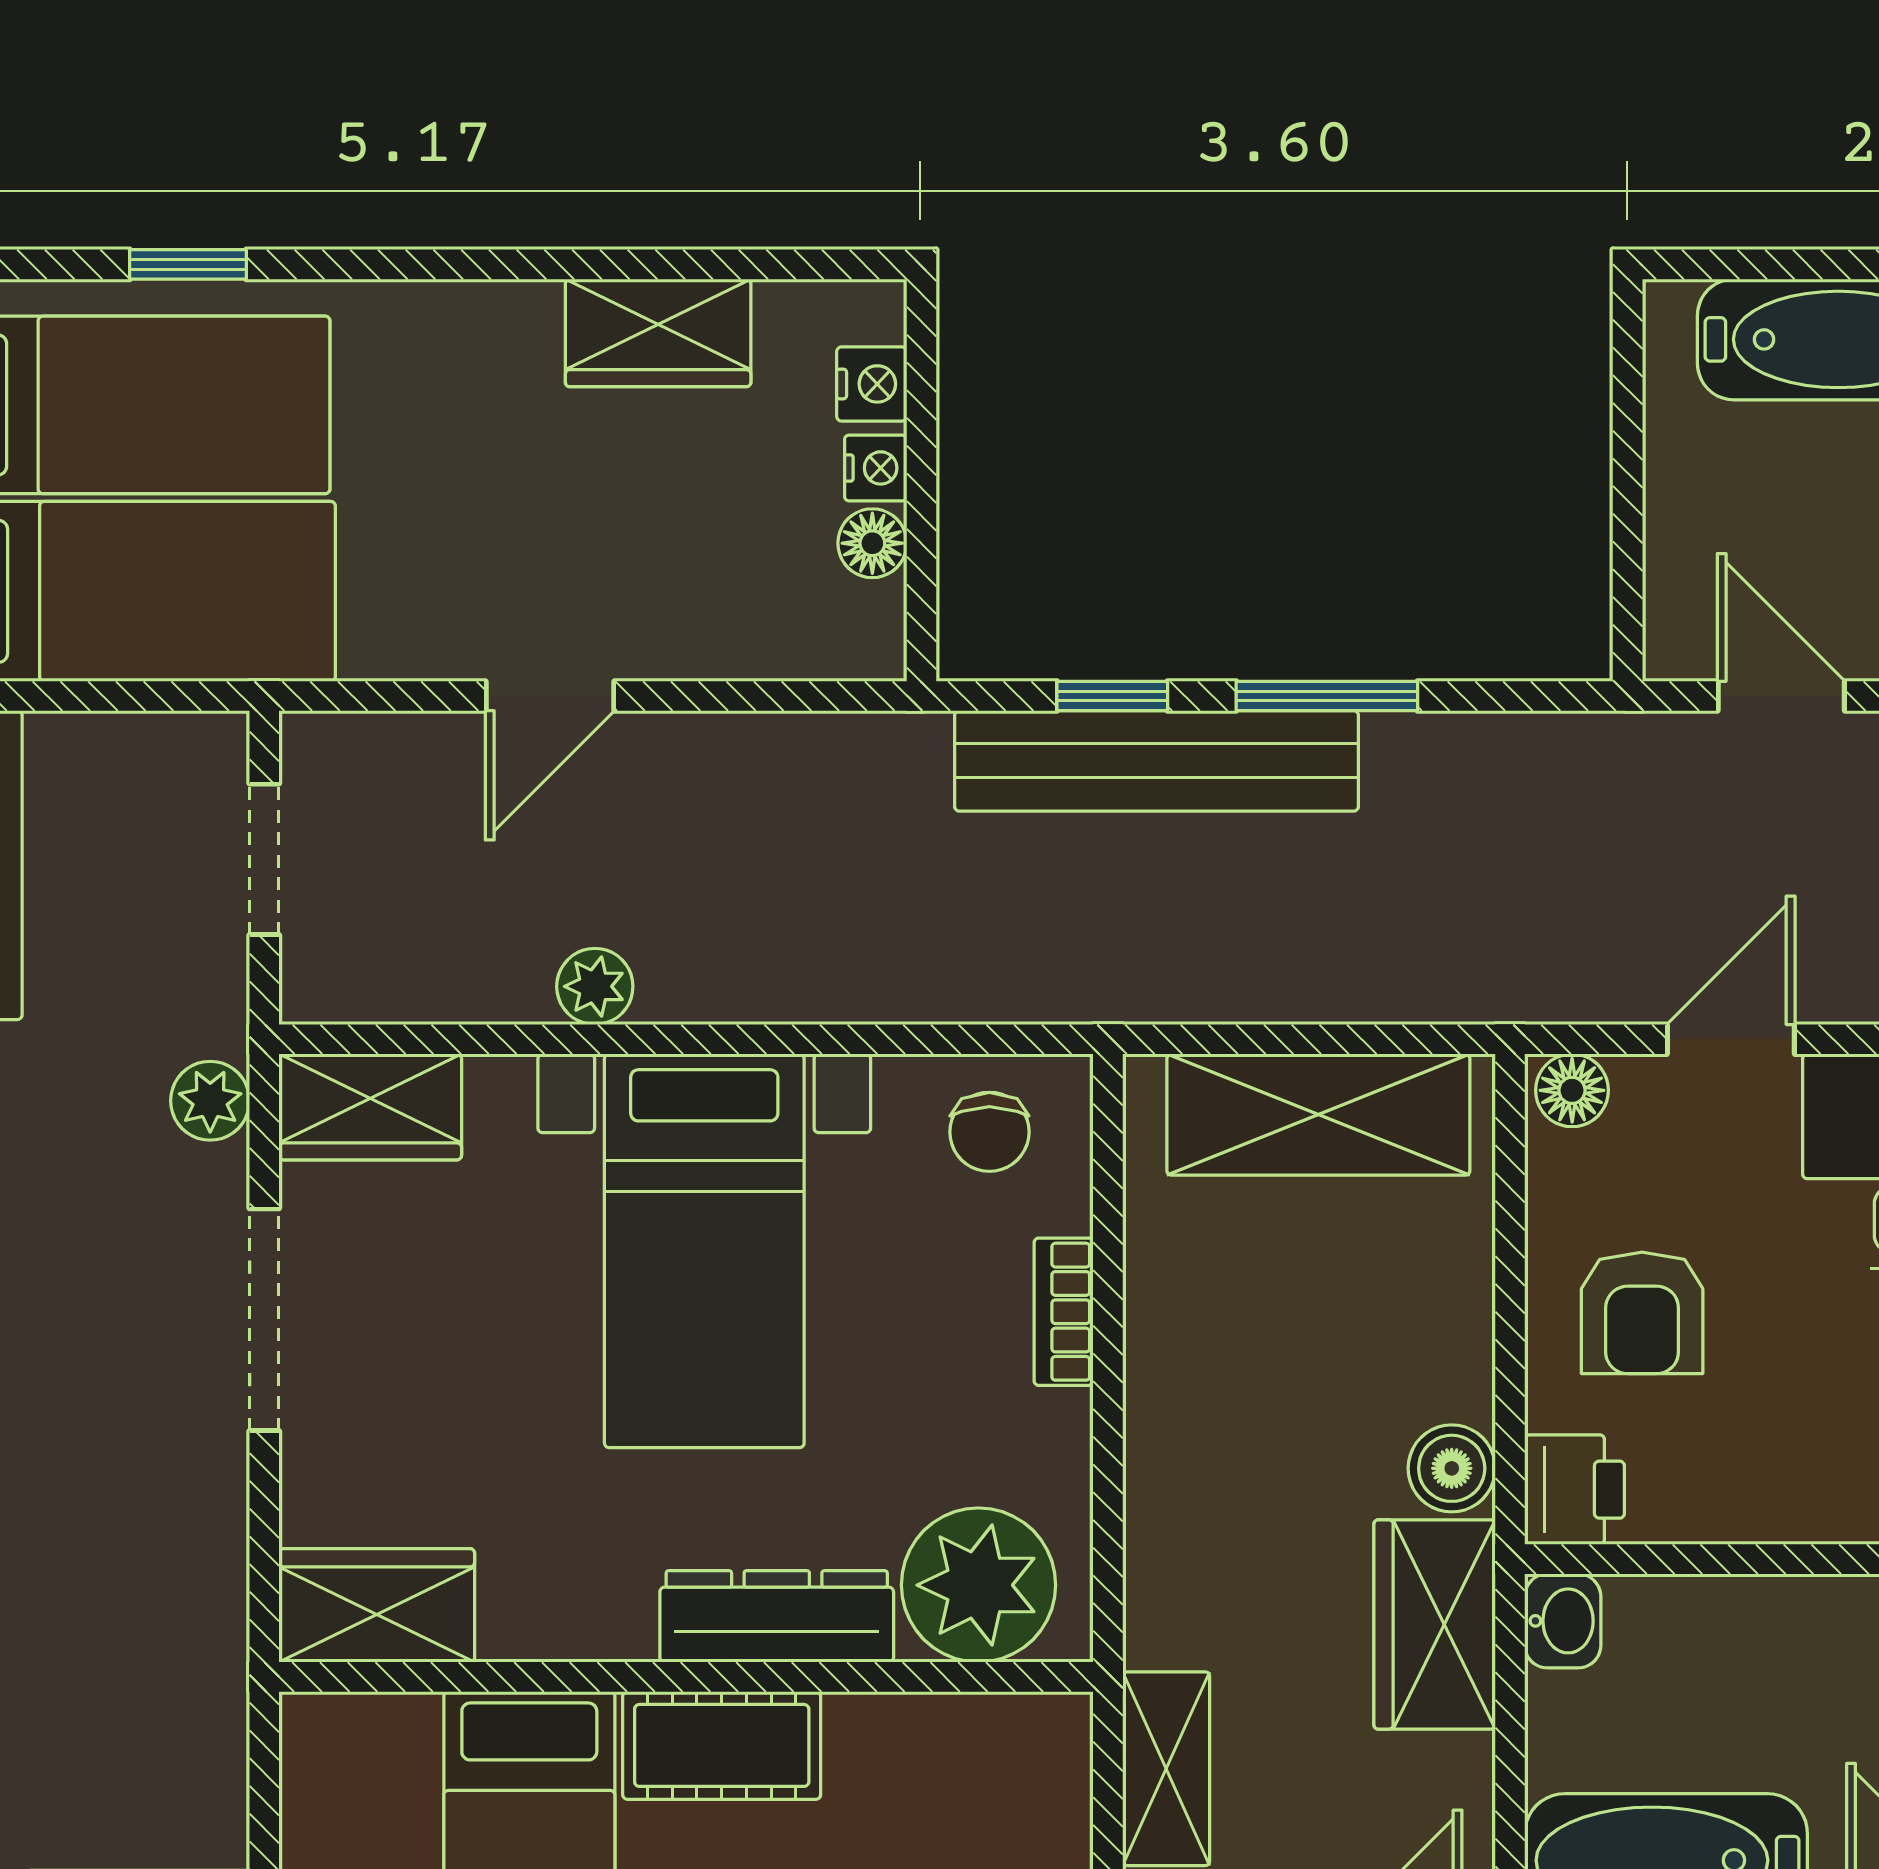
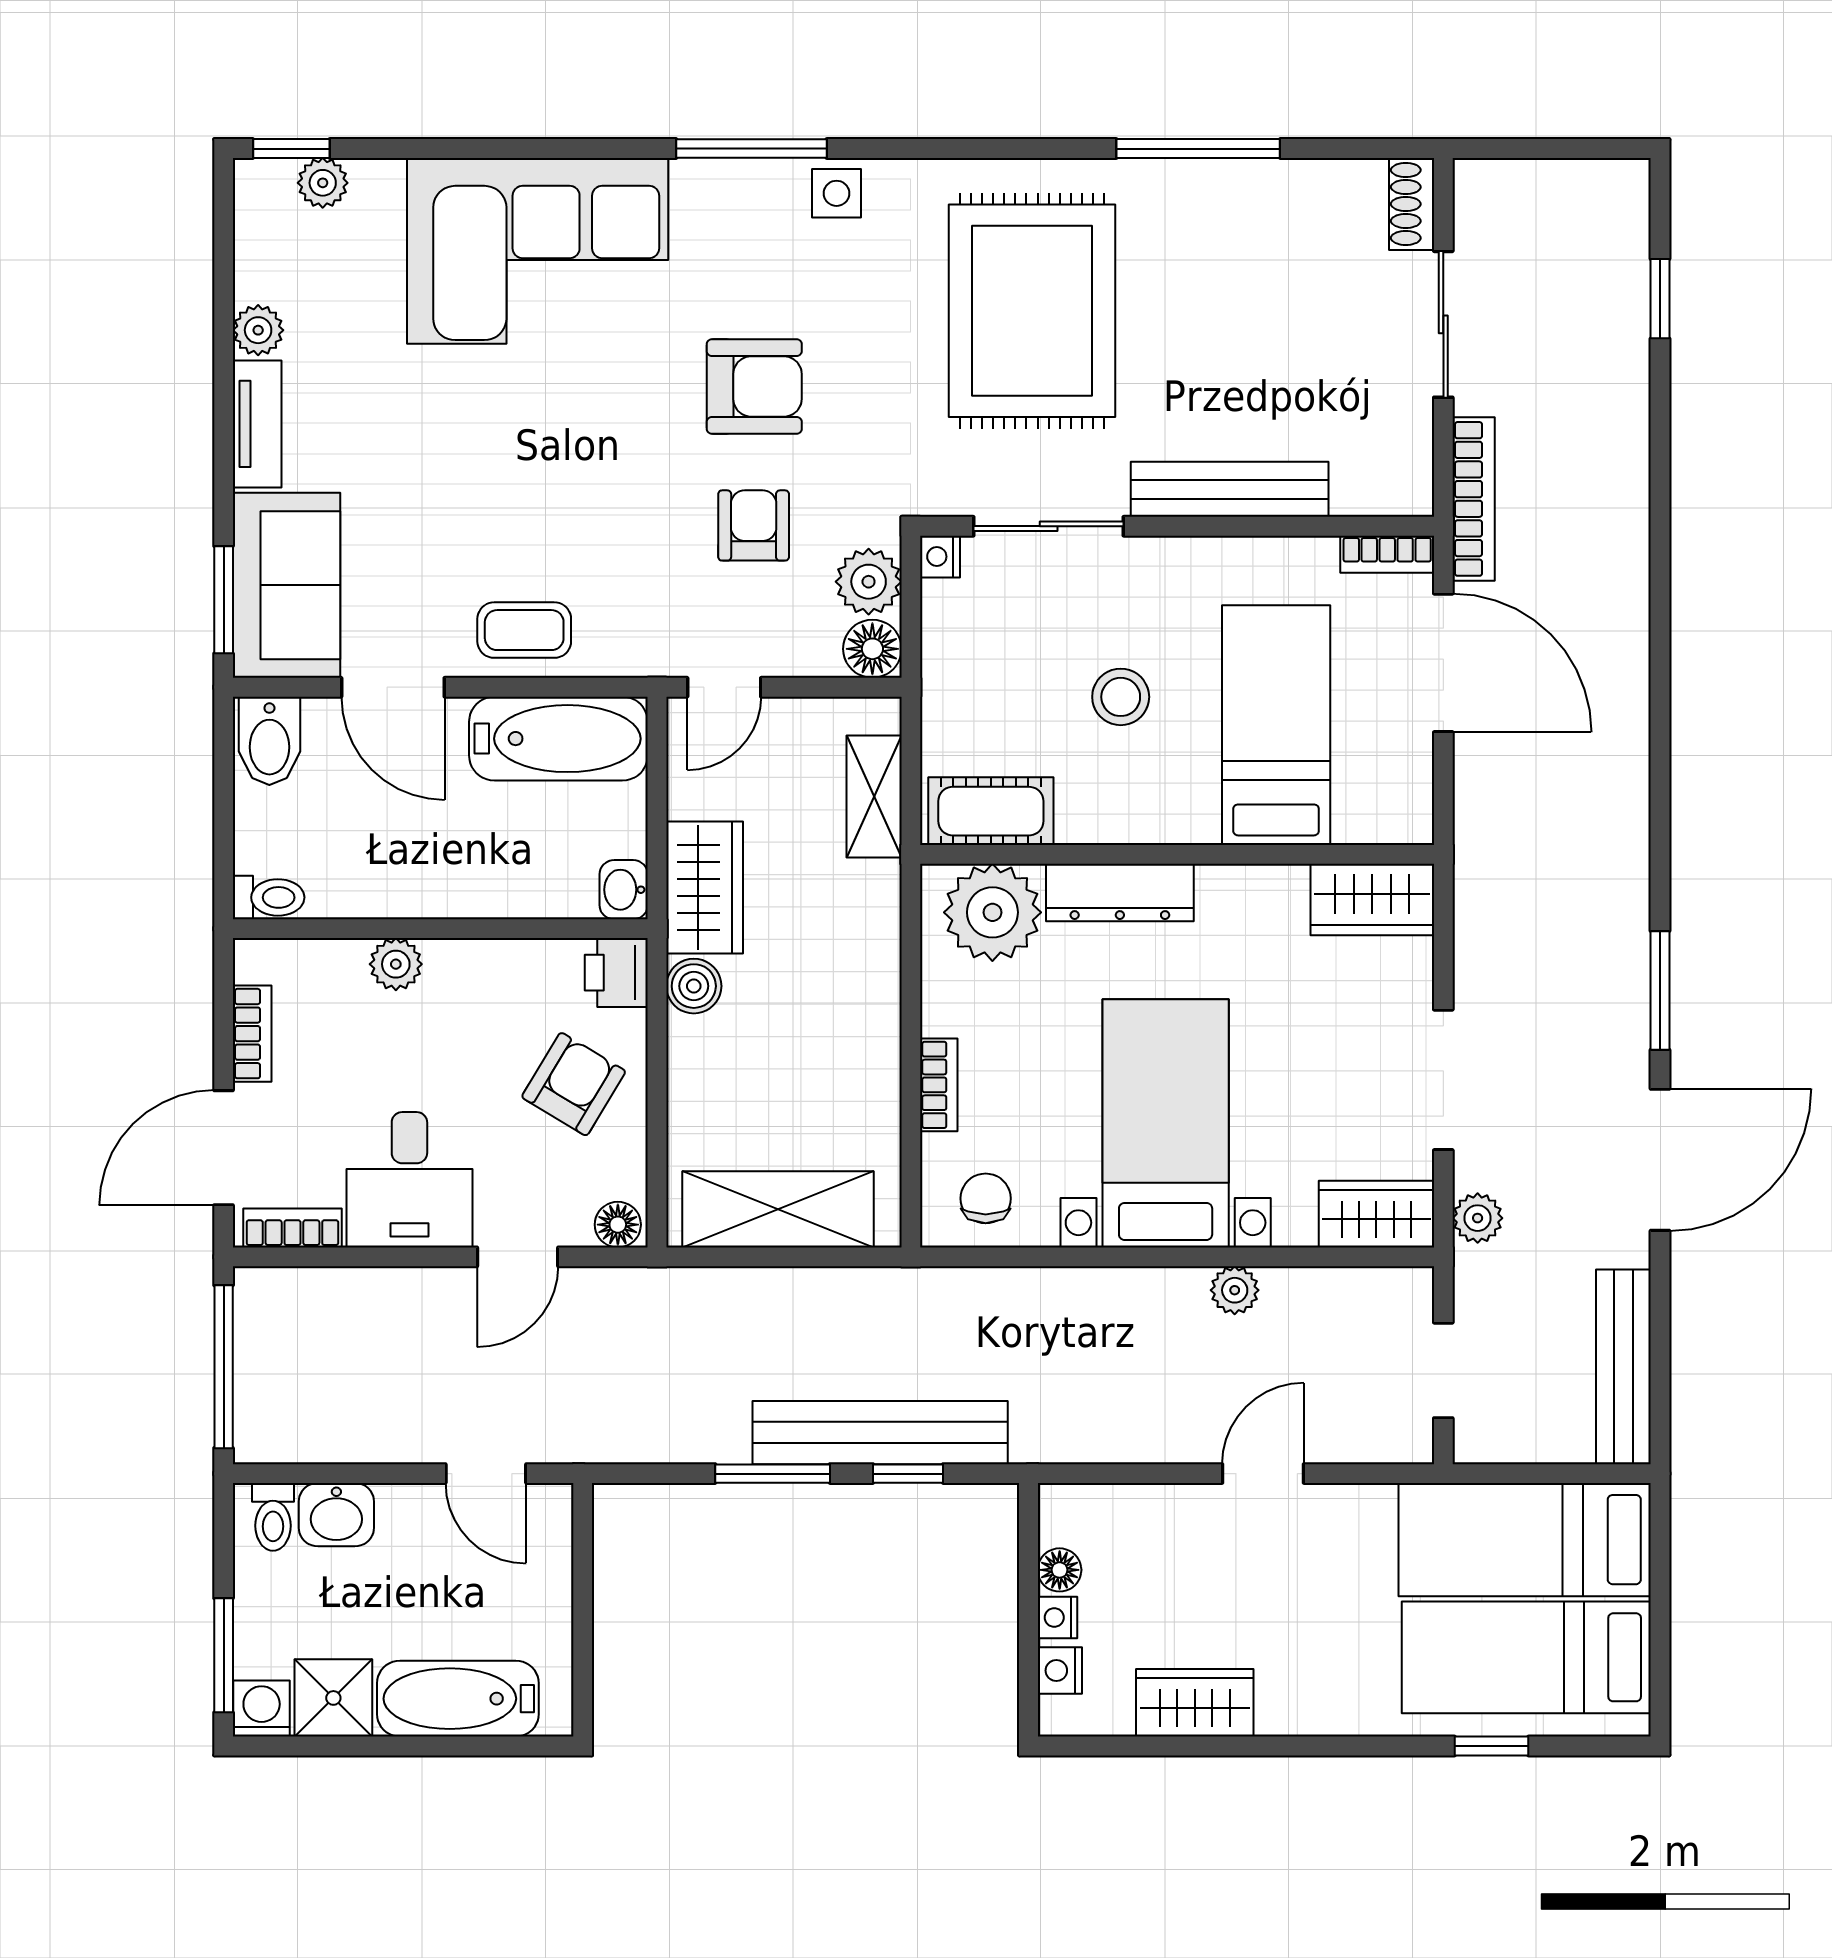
armchair: (1642, 1313) -> (574, 1084), turned 31
cot: (722, 1745) -> (991, 811), moved

